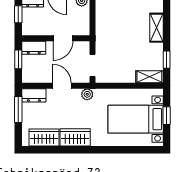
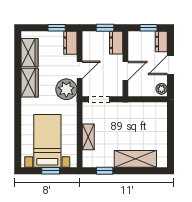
shelving: (157, 28) -> (135, 159), width x1.50, depth x1.33
door: (63, 38) -> (125, 71), swing flipped
shelving: (149, 77) -> (88, 137), moved
plant: (87, 94) -> (66, 89), width x1.87, depth x1.87
window: (18, 109) -> (57, 28), width x0.67

